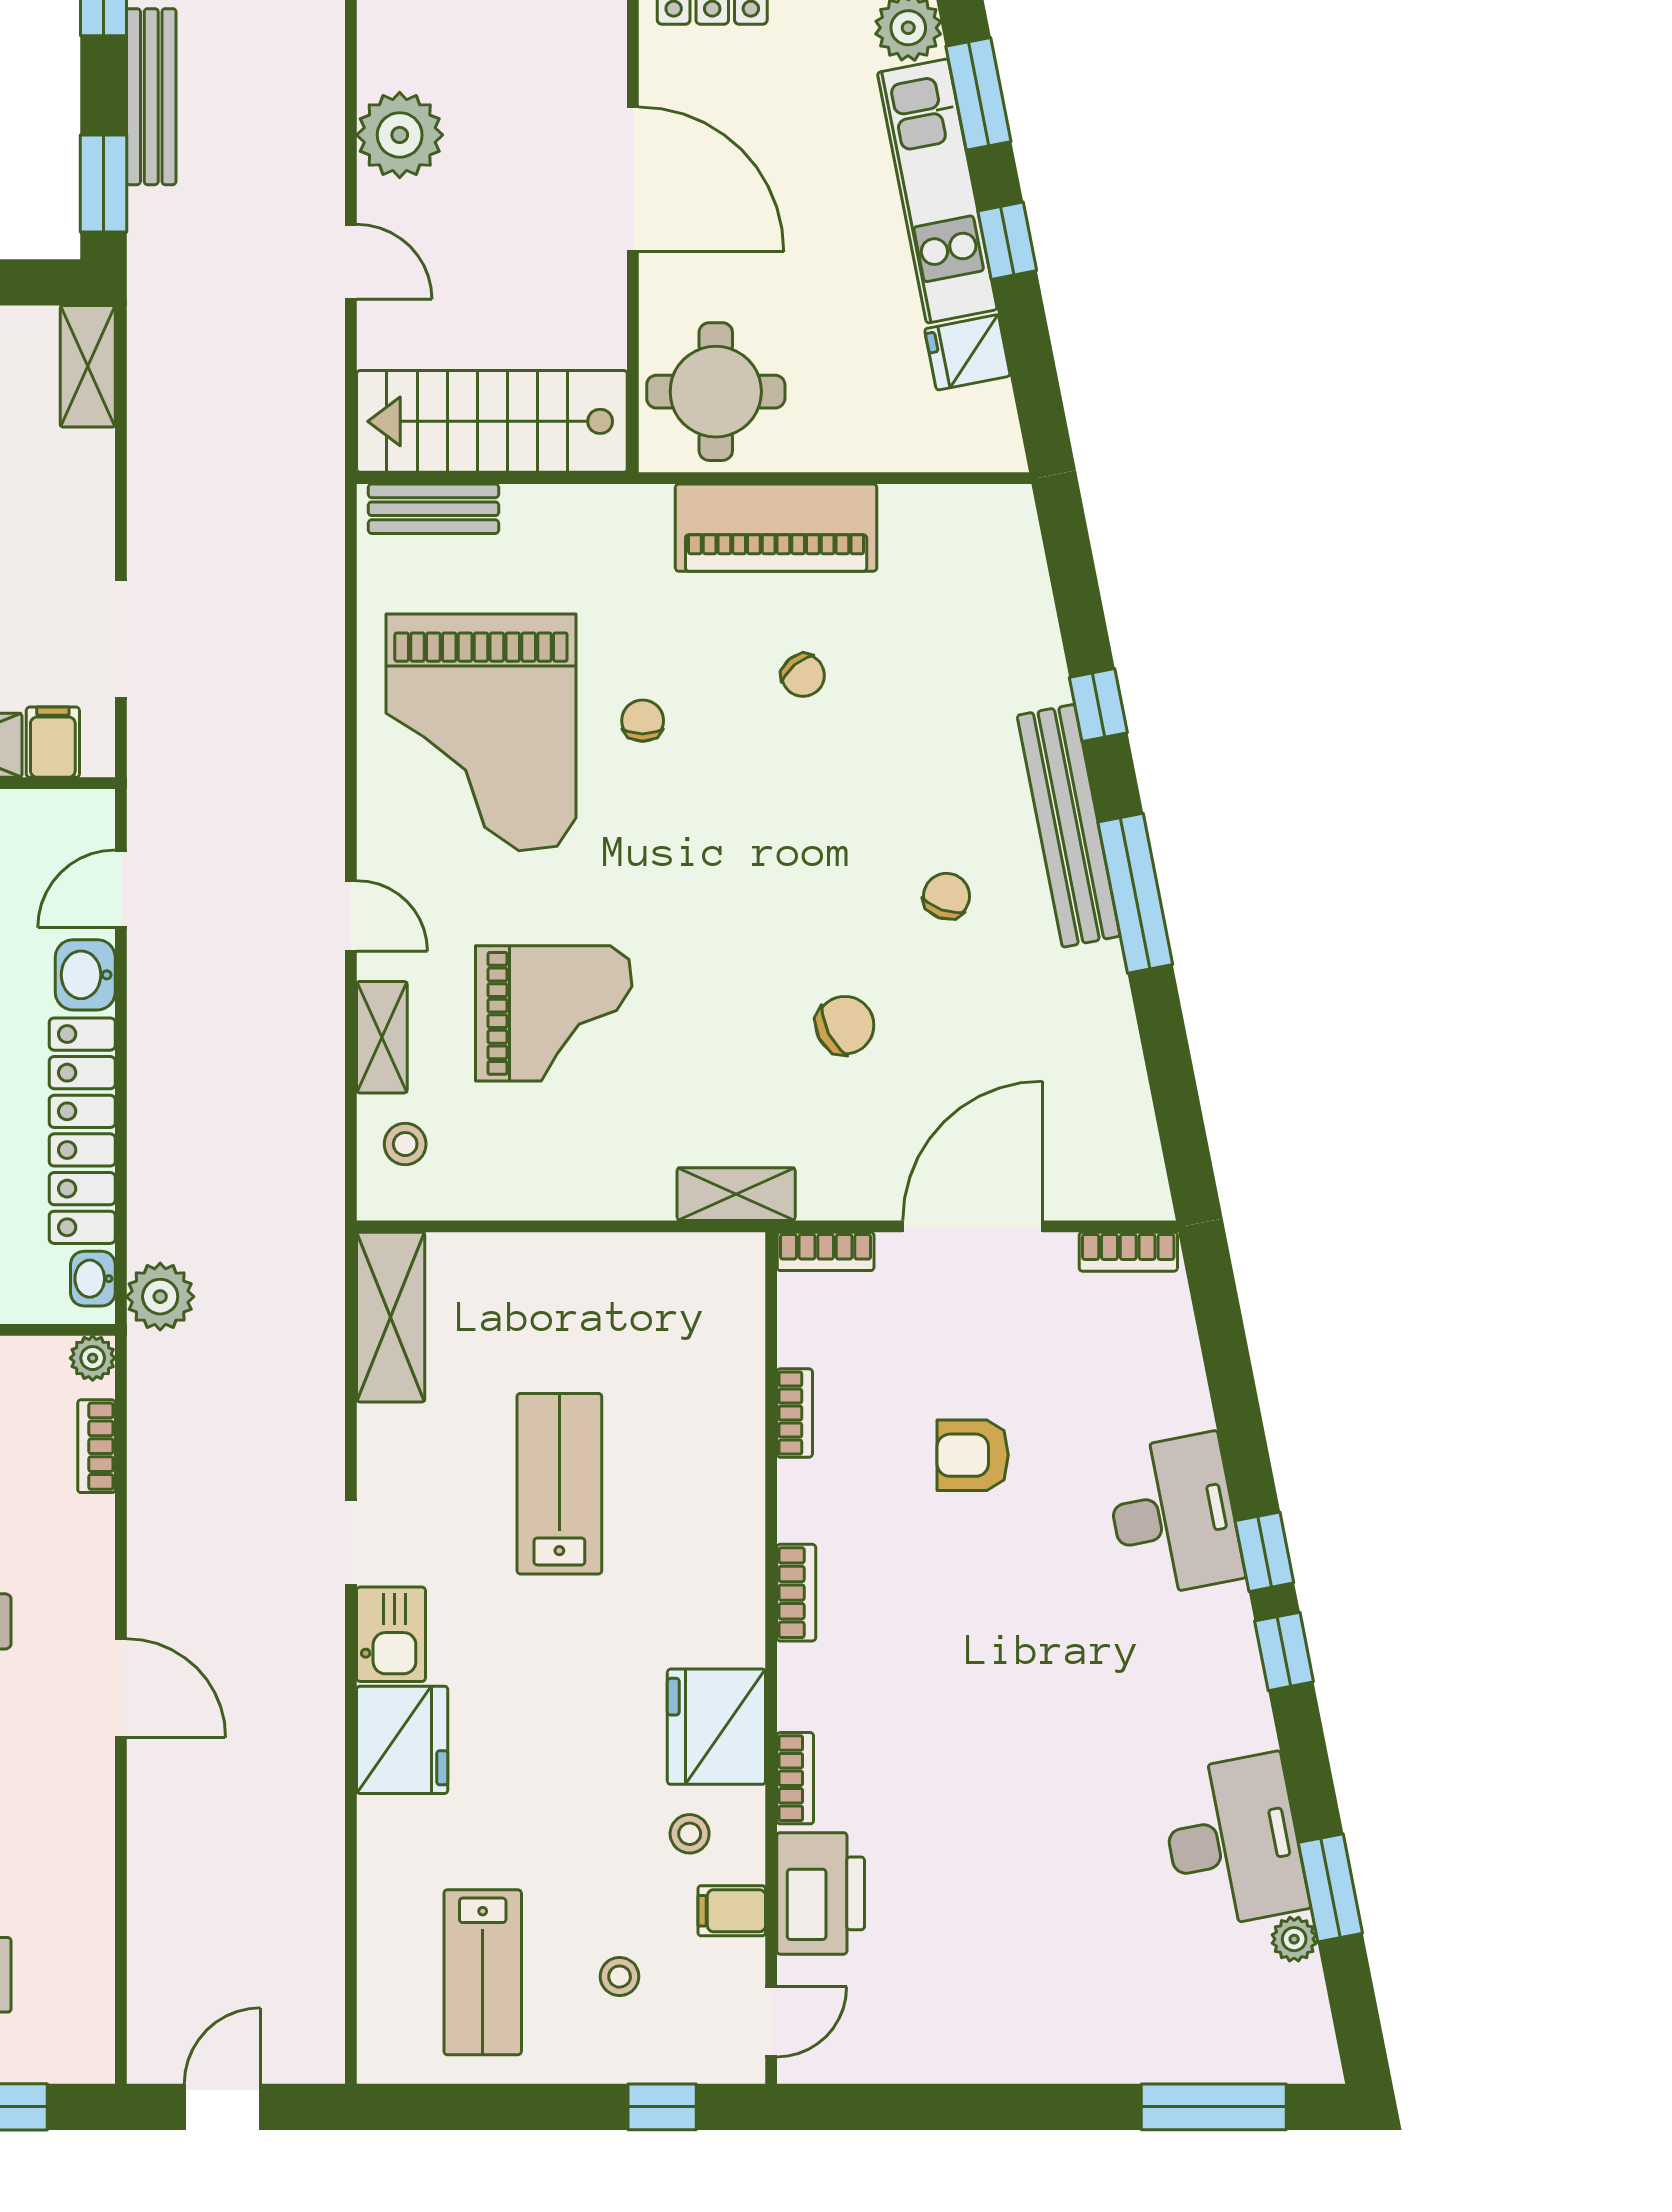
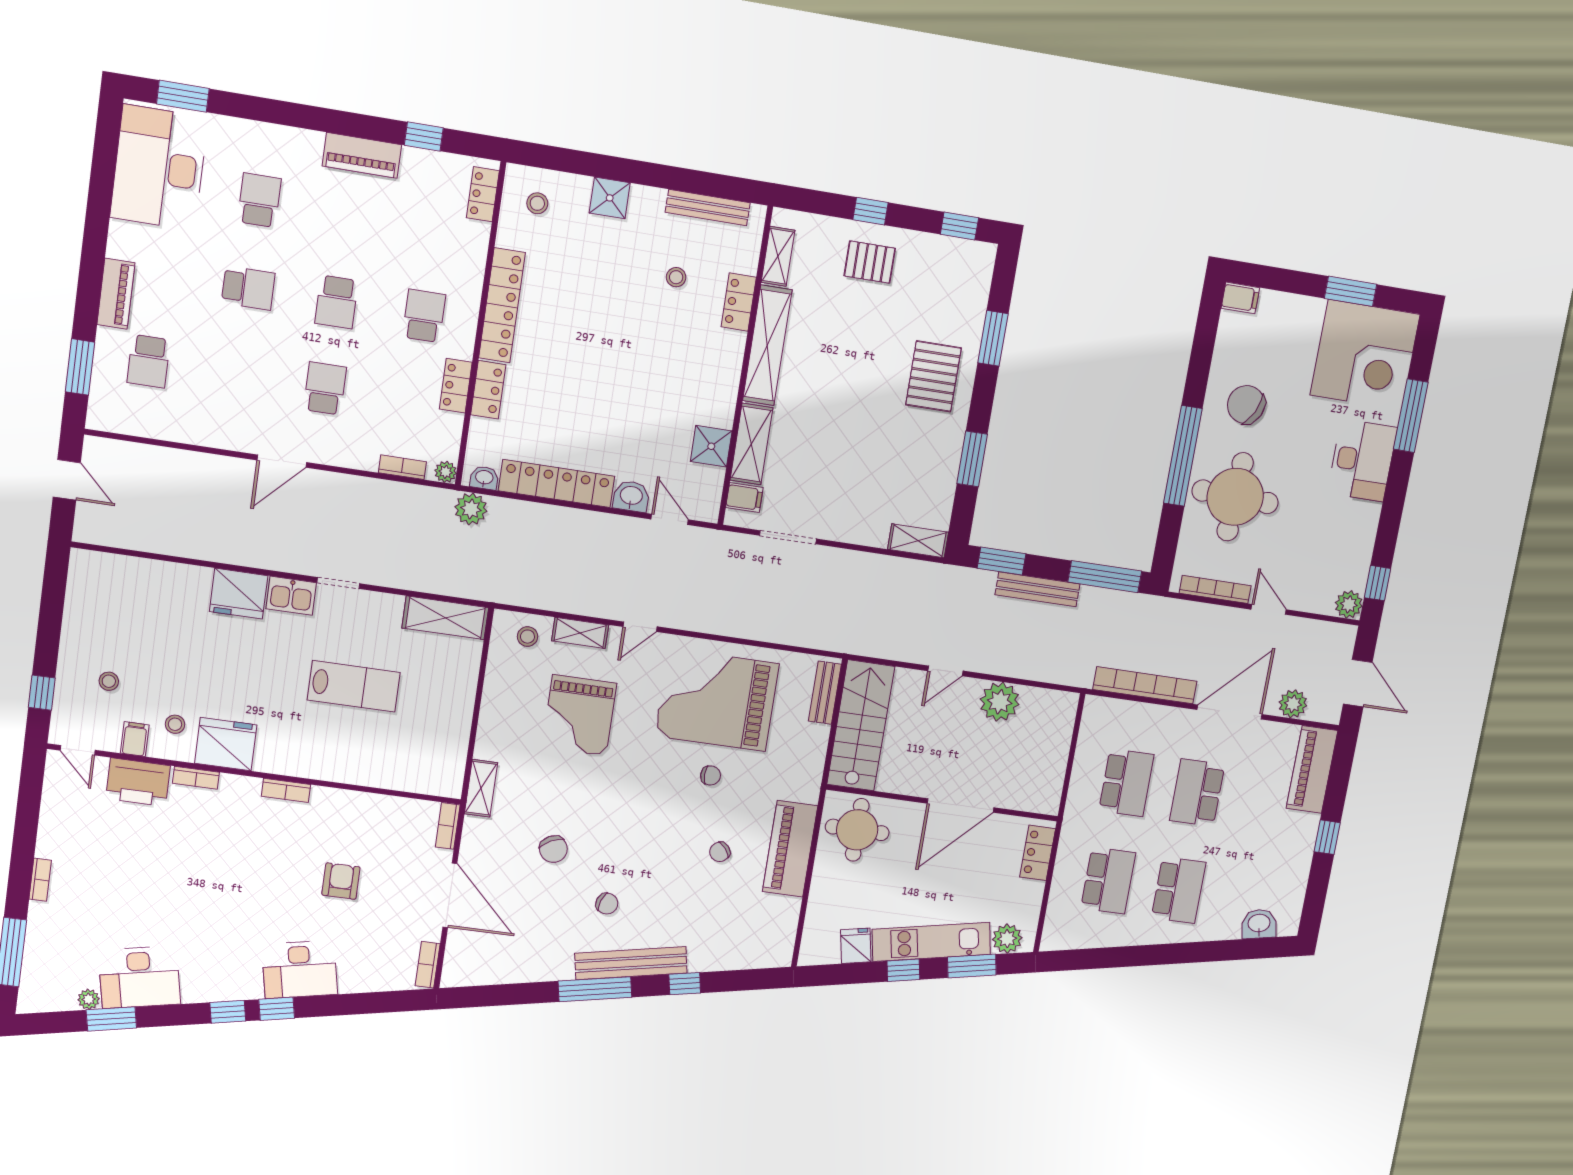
bookcase: (795, 1413) -> (40, 880), moved, turned -90
lab bench: (483, 1972) -> (119, 616), removed

